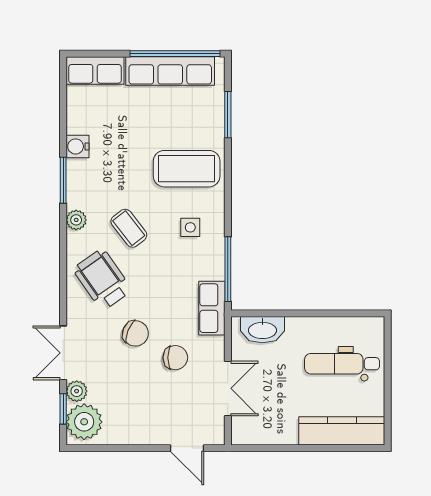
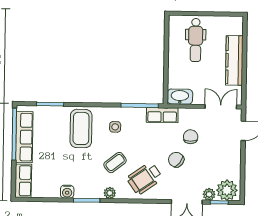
washbasin: (262, 330) -> (180, 97), moved, turned -90
chair: (135, 333) -> (176, 160), turned -75
double door: (228, 388) -> (221, 107), moved
kitchen counter: (342, 431) -> (234, 60), moved

